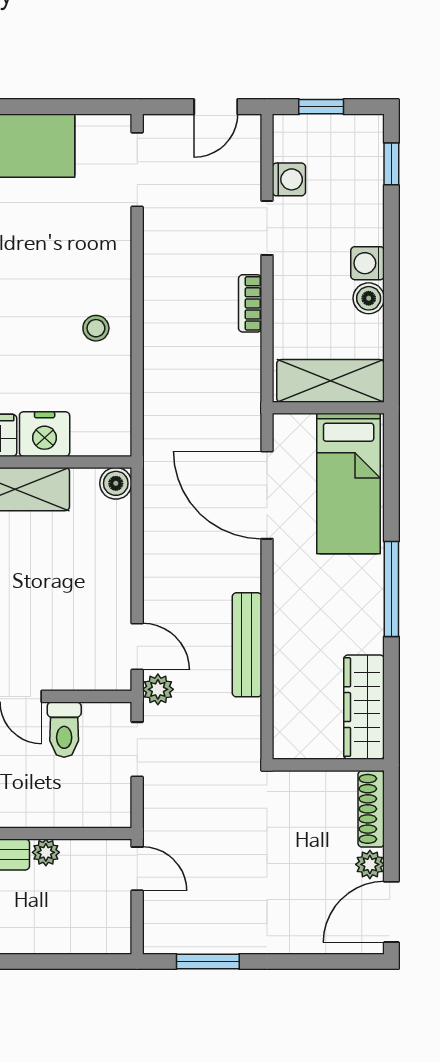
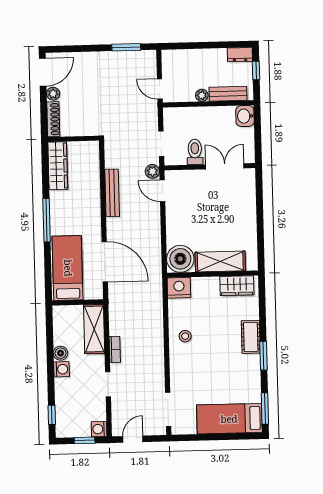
washing machine: (289, 179) -> (99, 429), moved
shelving: (331, 381) -> (94, 329), moved, turned 90
nightstand: (45, 434) -> (179, 288), moved
boiler: (116, 483) -> (180, 259), width x1.86, depth x1.86

